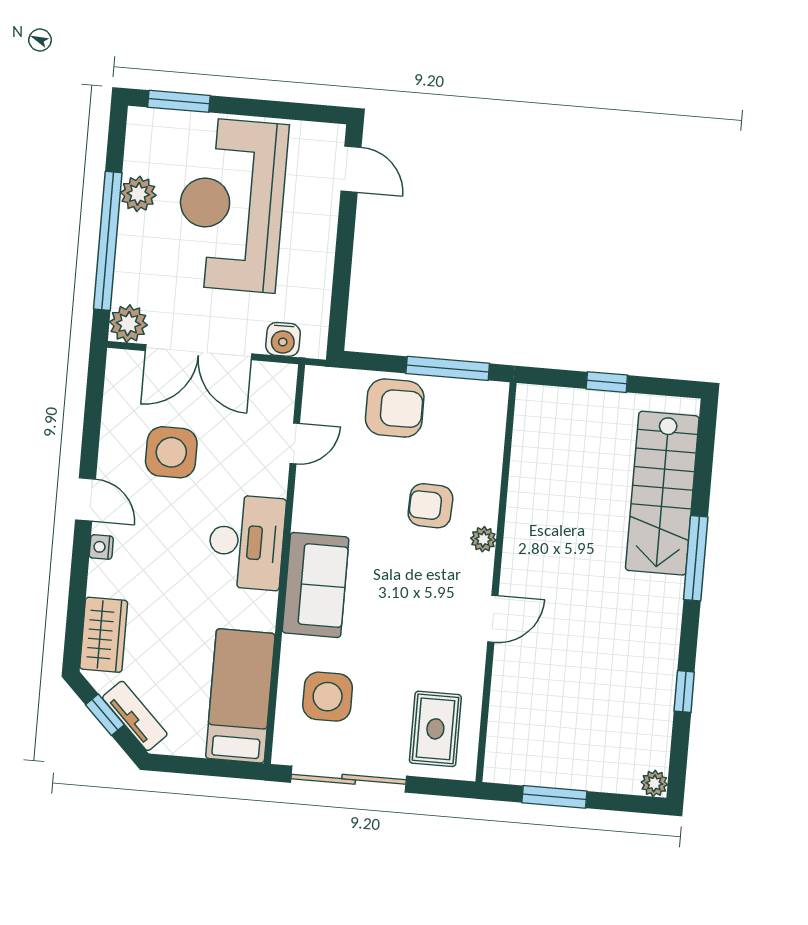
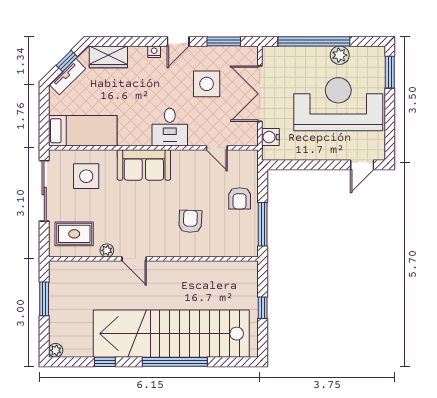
plant: (128, 324) -> (272, 56), removed
armchair: (395, 408) -> (240, 198), width x0.72, depth x0.72
window: (93, 412) -> (224, 41), added
stairs: (662, 493) -> (171, 334), width x1.86, depth x1.51
plant: (483, 539) -> (107, 250), moved
desk: (246, 542) -> (170, 127), width x0.73
window: (696, 558) -> (175, 362), width x1.46

